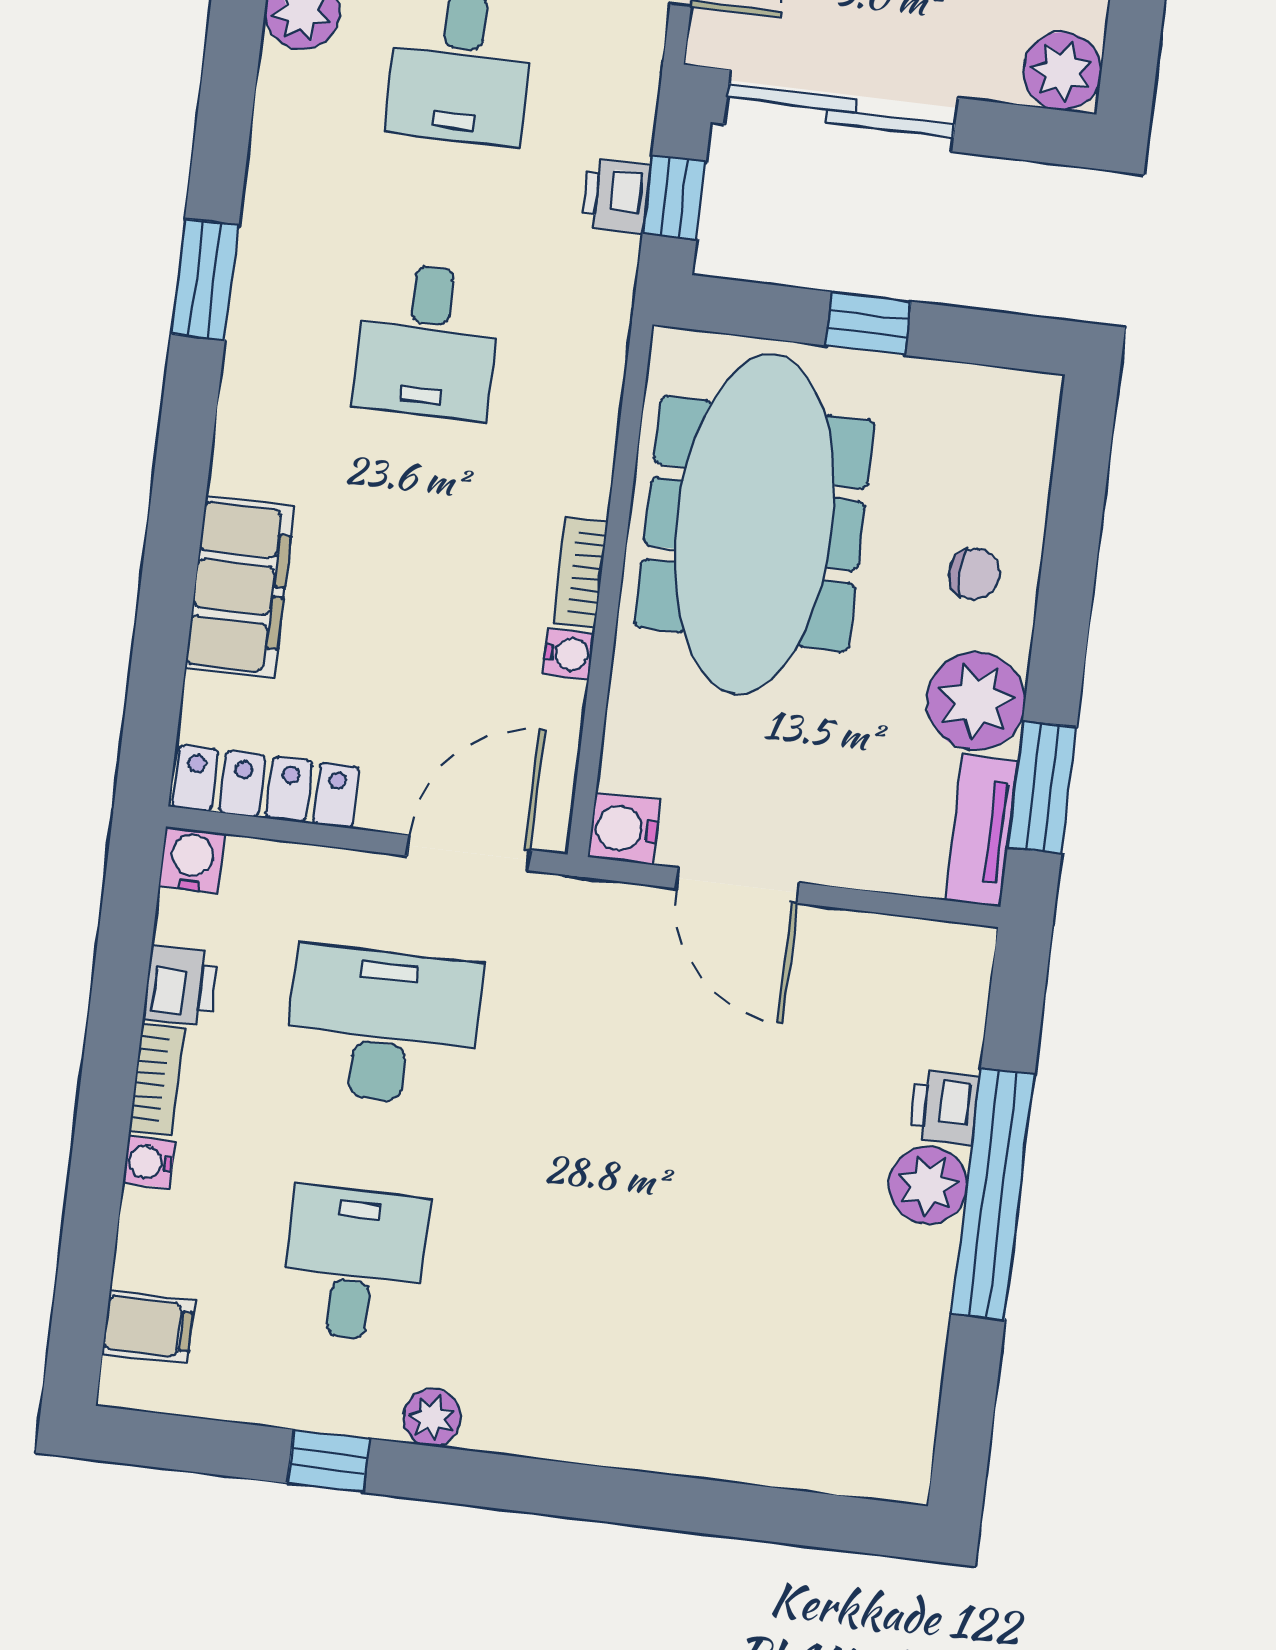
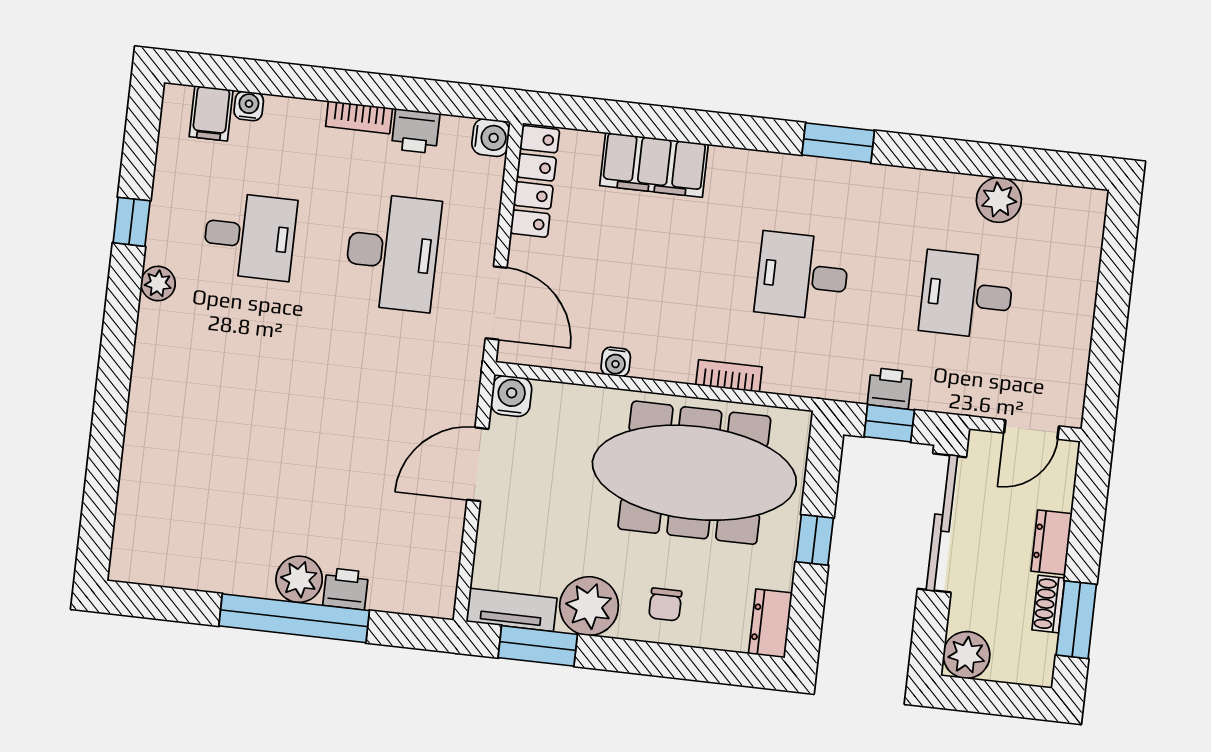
dresser: (1007, 398) -> (770, 623), added
bookcase: (580, 572) -> (729, 376), moved
water cooler: (149, 1162) -> (249, 106), moved

